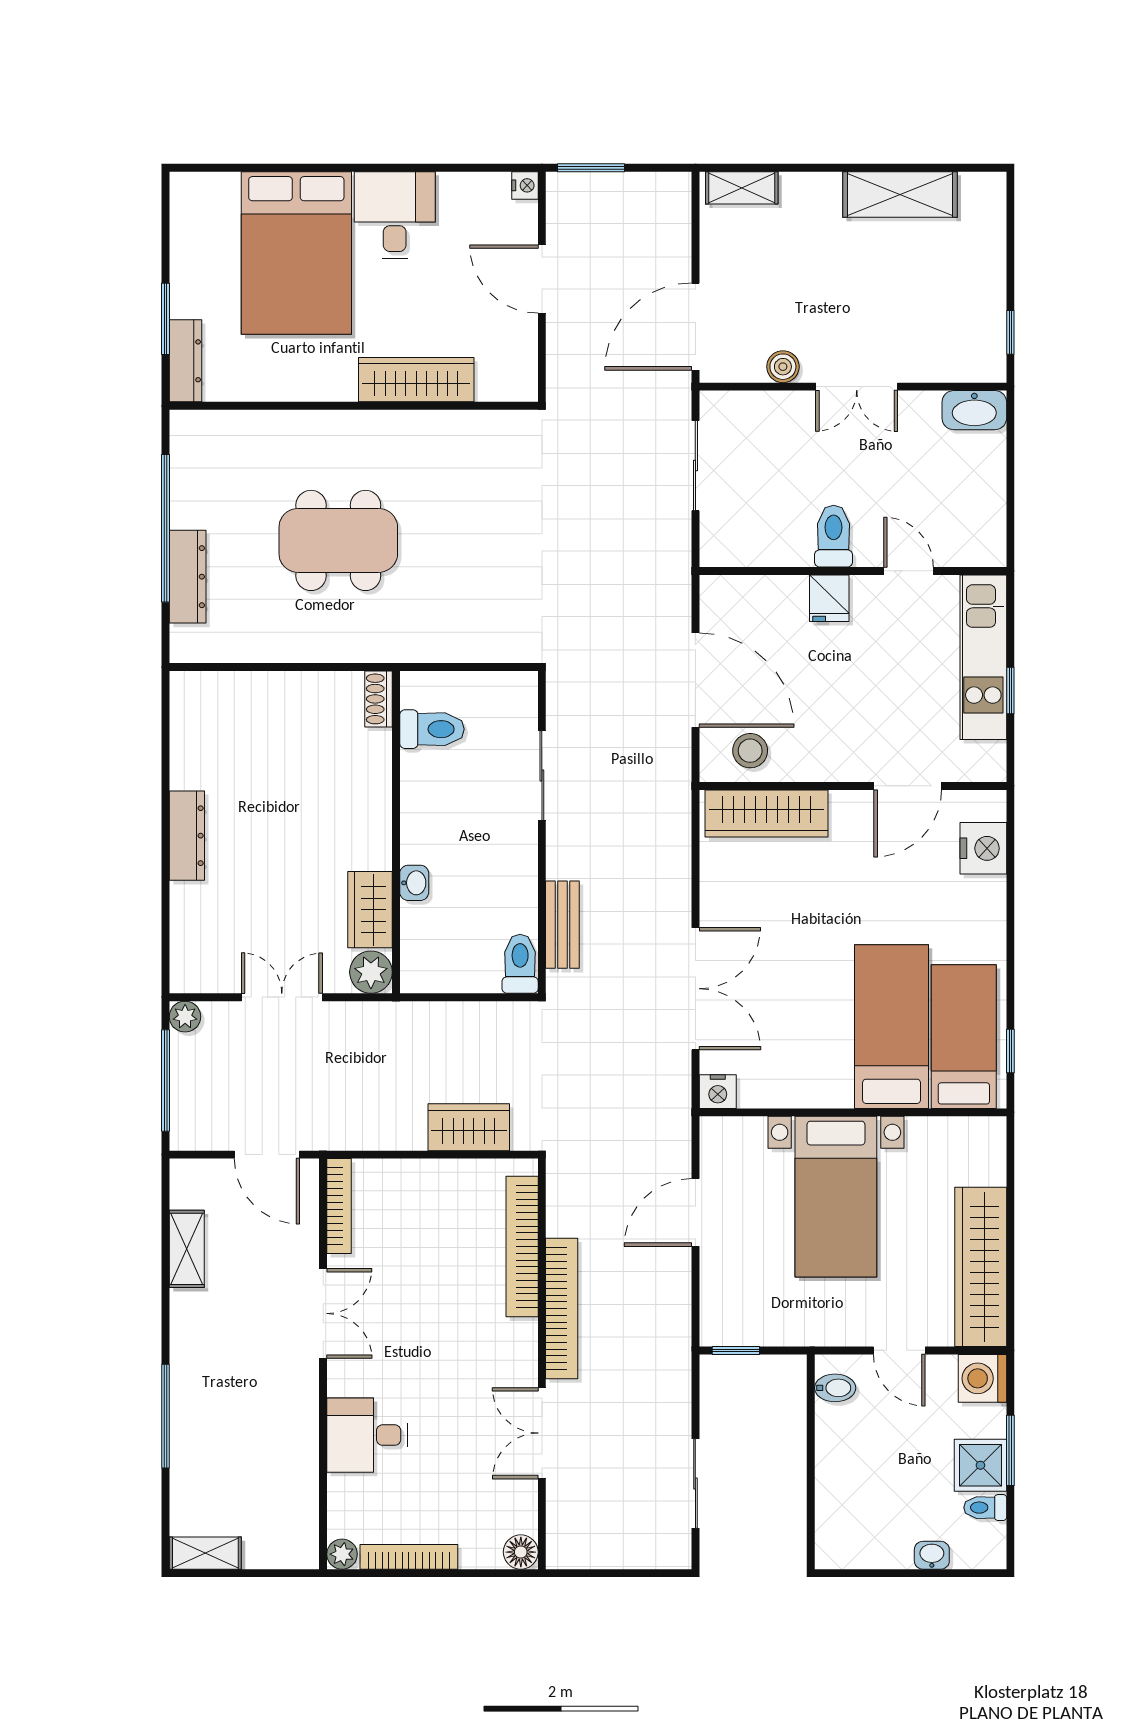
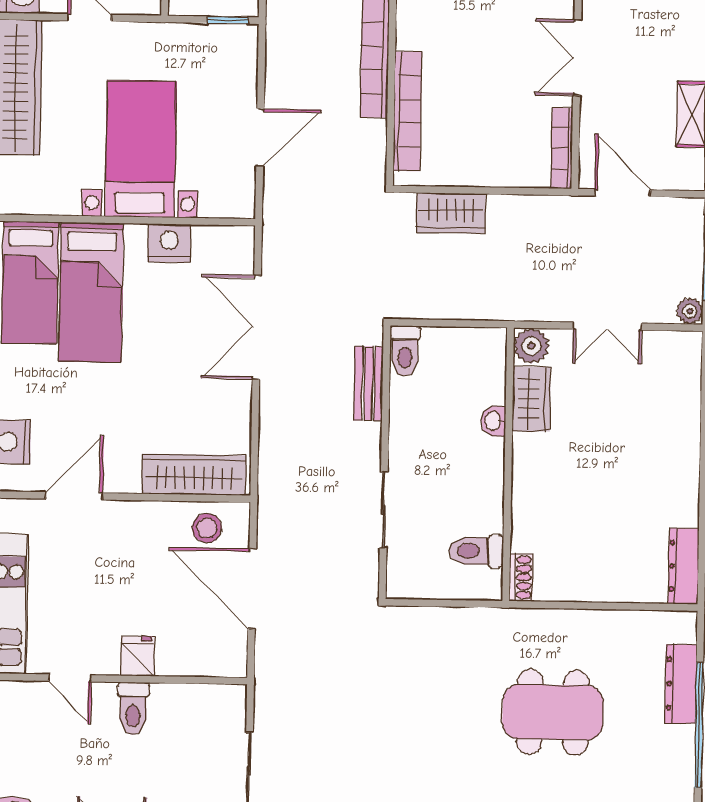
dresser: (187, 836) -> (684, 566), moved
nightstand: (718, 1092) -> (169, 243), moved, width x1.36, depth x1.33

